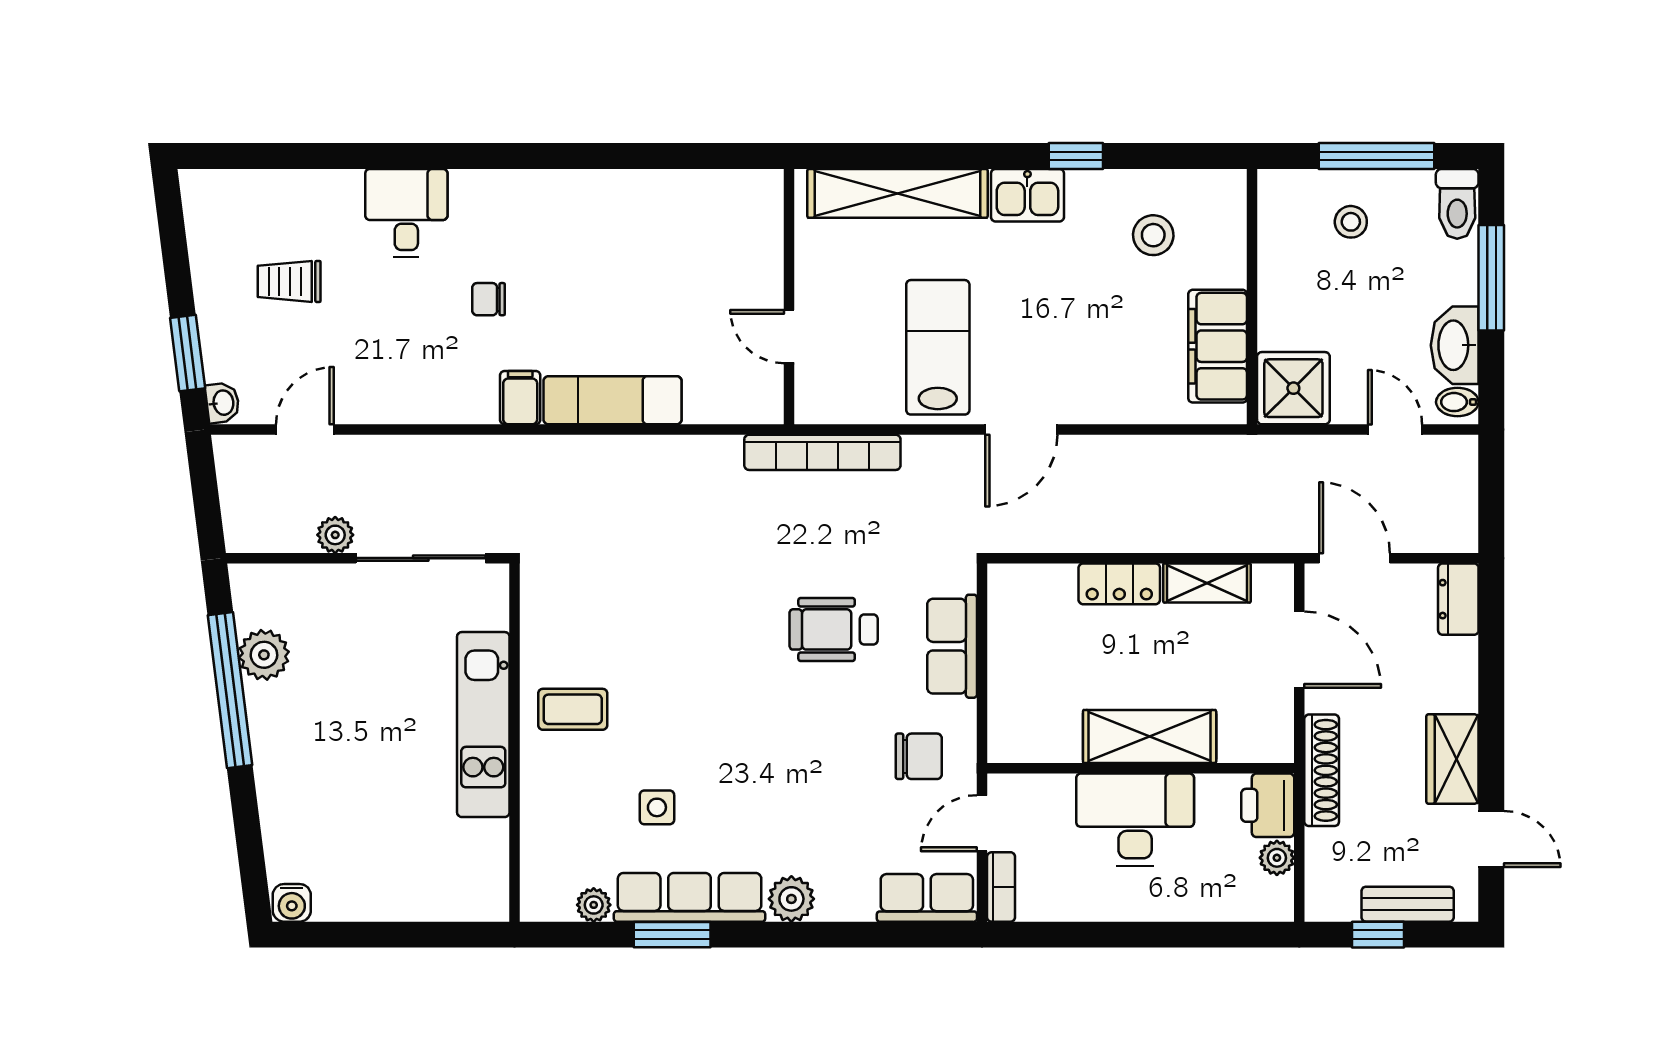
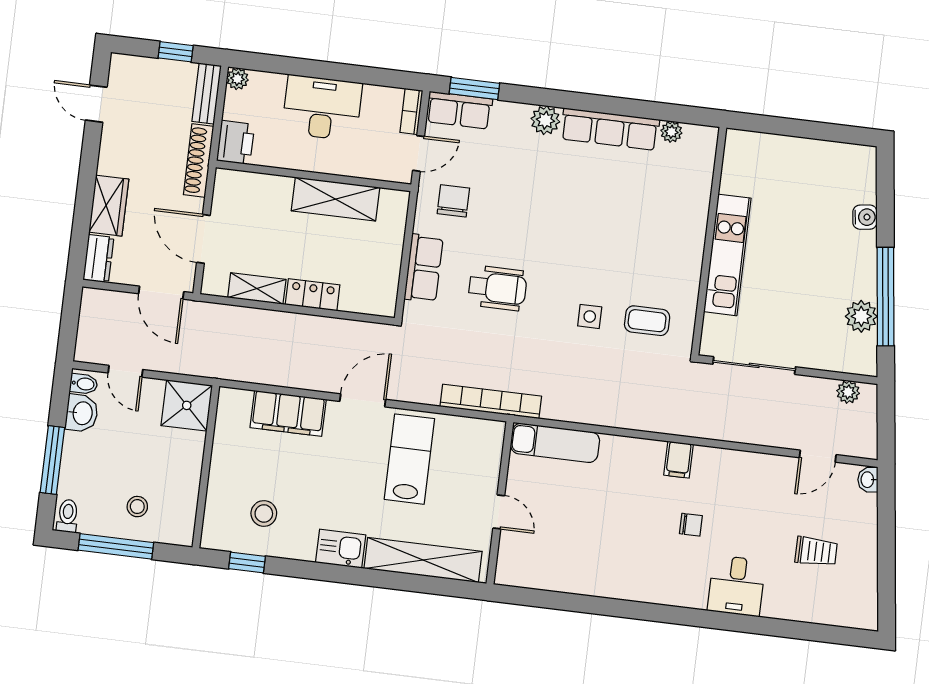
window: (1076, 156) -> (247, 562), moved
toilet: (1457, 204) -> (68, 516), width x0.73, depth x0.72
door: (789, 337) -> (499, 512), moved
washbasin: (1455, 345) -> (82, 413), width x0.72
filing cabinet: (1218, 346) -> (288, 413), moved, turned 90
lab bench: (938, 347) -> (409, 459), turned 180
window: (188, 353) -> (886, 514), removed
exam couch: (612, 400) -> (555, 443), moved
plant: (335, 535) -> (848, 392), moved
coffee table: (573, 709) -> (647, 321), moved
shelving: (1150, 737) -> (335, 199), moved
chair: (919, 756) -> (453, 201), turned 90
wardrobe: (1452, 759) -> (109, 206), moved
side table: (657, 807) -> (590, 316), moved
desk: (1135, 820) -> (322, 108), moved, turned 180
plant: (1277, 858) -> (237, 79), moved
water cooler: (292, 903) -> (865, 217), moved, turned 83
bench: (1408, 904) -> (207, 94), moved, turned 90
window: (672, 935) -> (474, 88), moved

